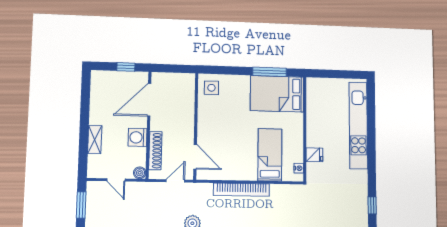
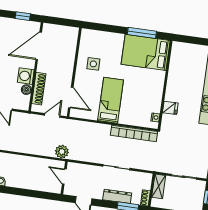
side table: (211, 88) -> (93, 64), moved
bed: (270, 155) -> (111, 100), moved
boiler: (140, 173) -> (26, 90), moved
bookcase: (241, 190) -> (134, 133), moved

